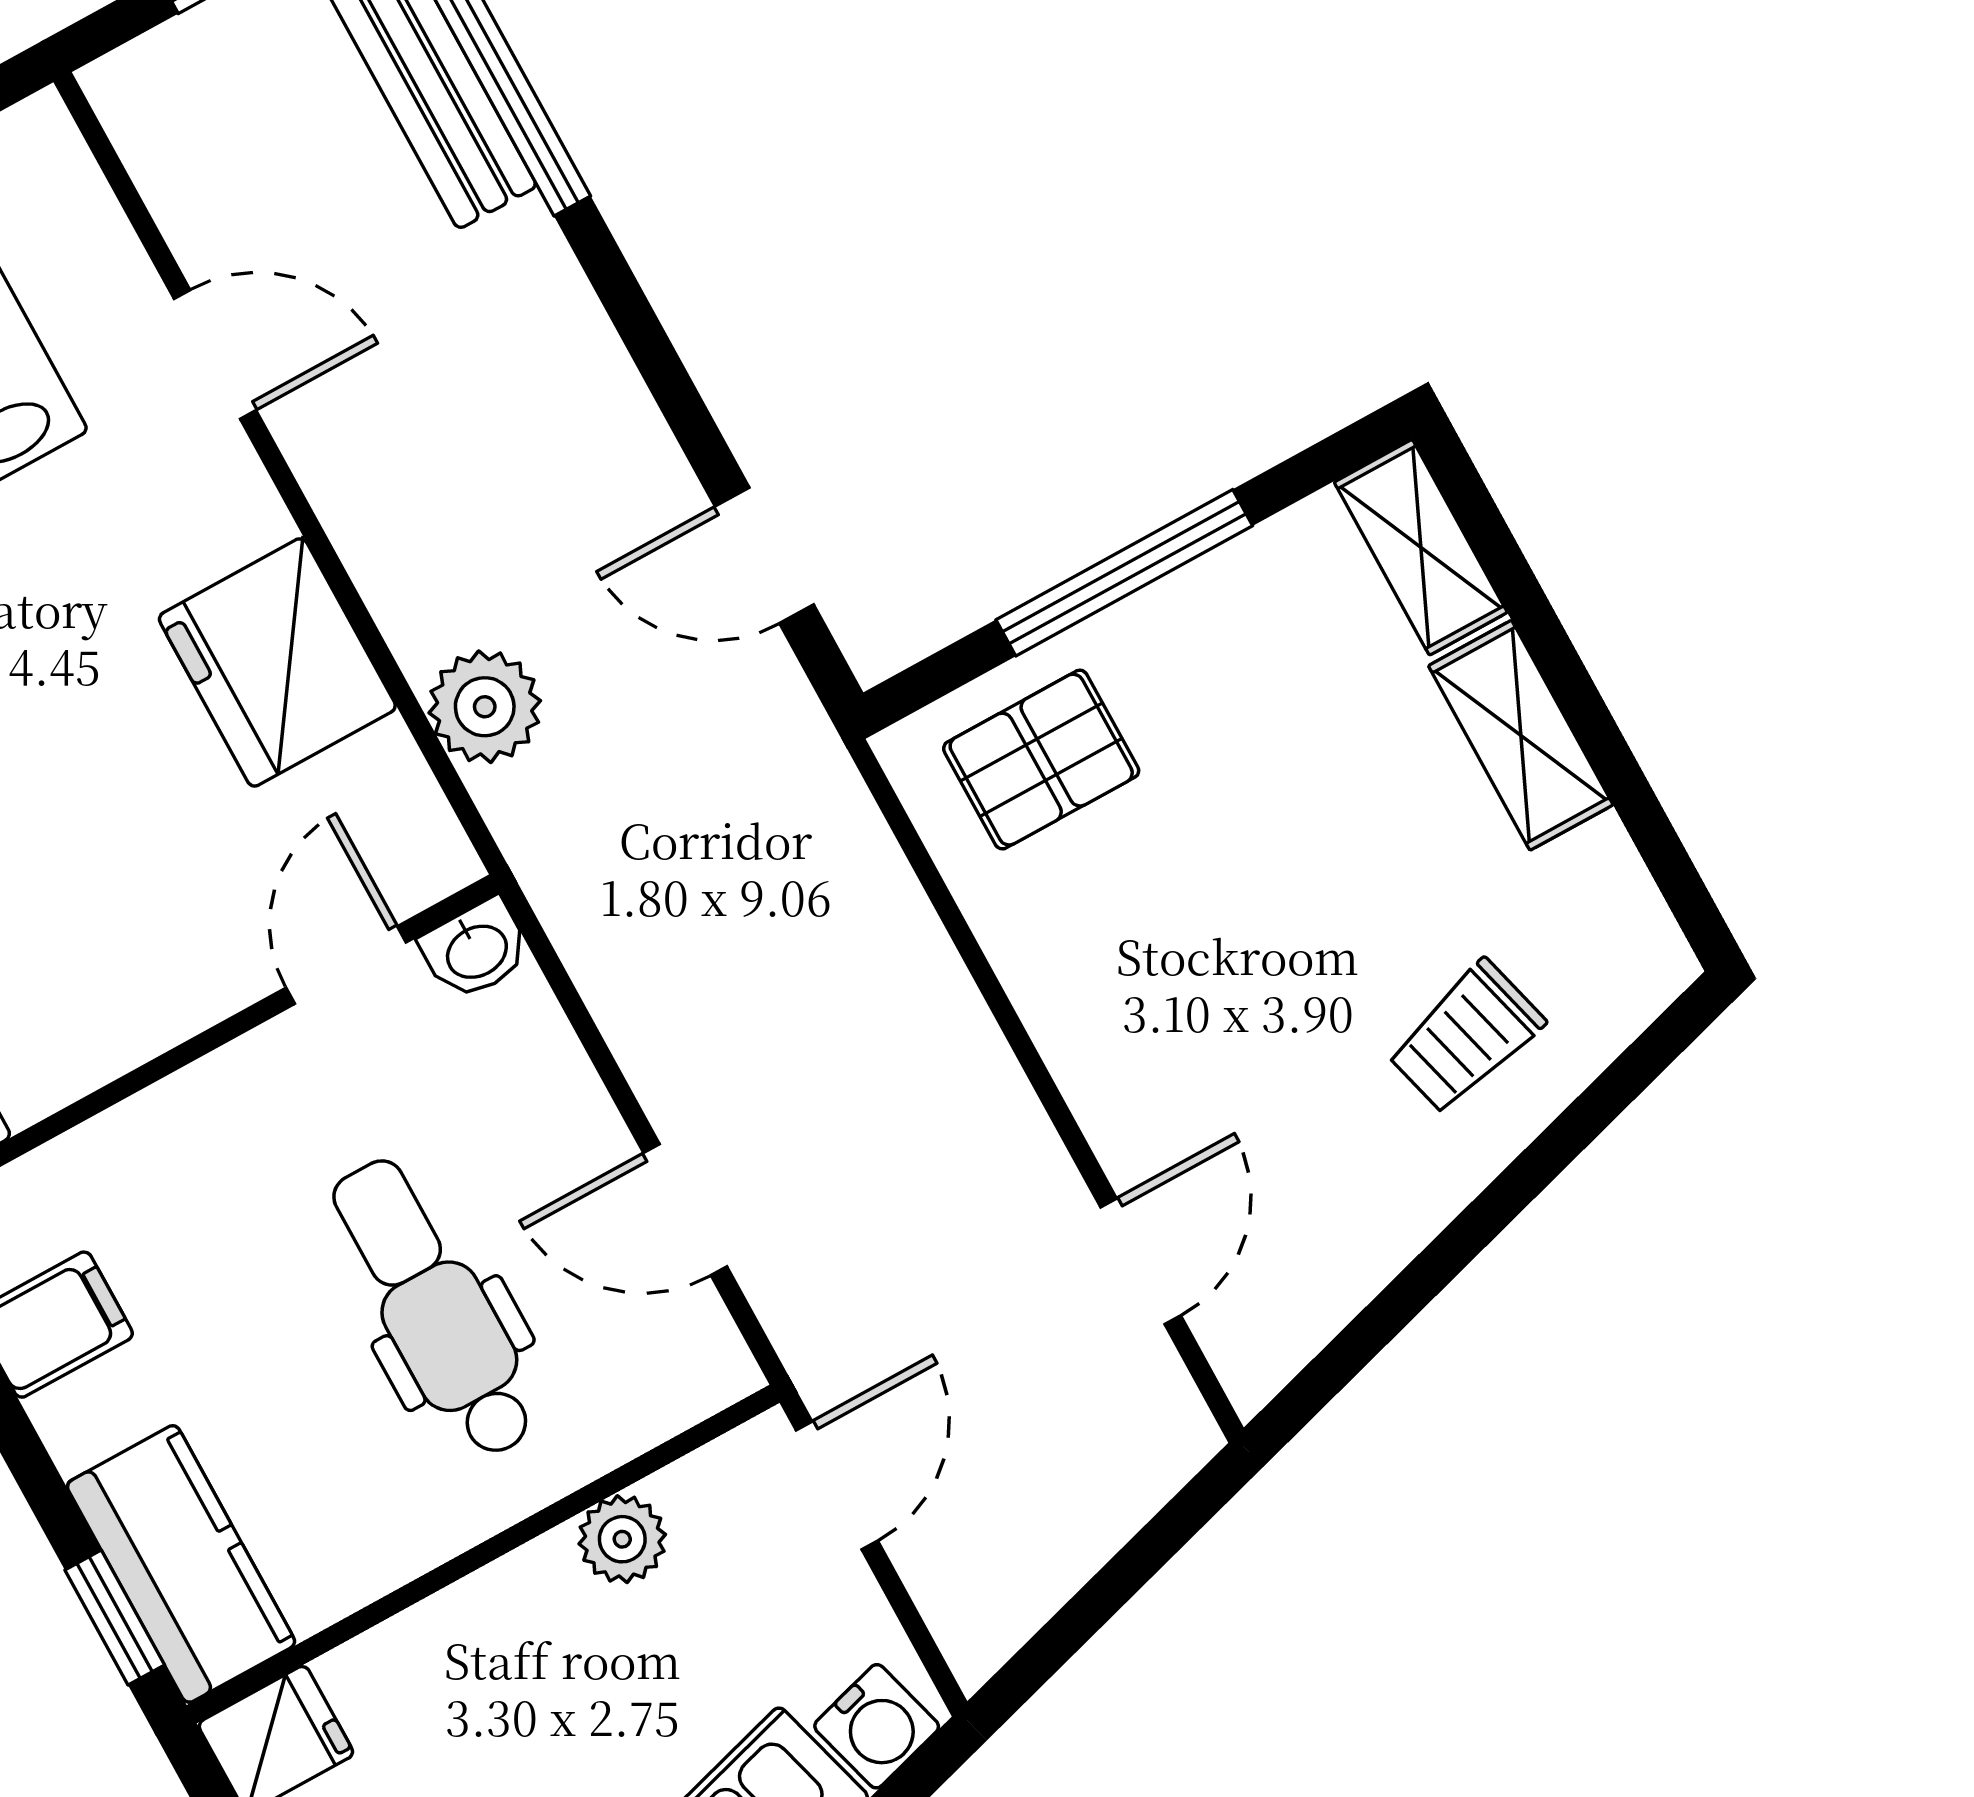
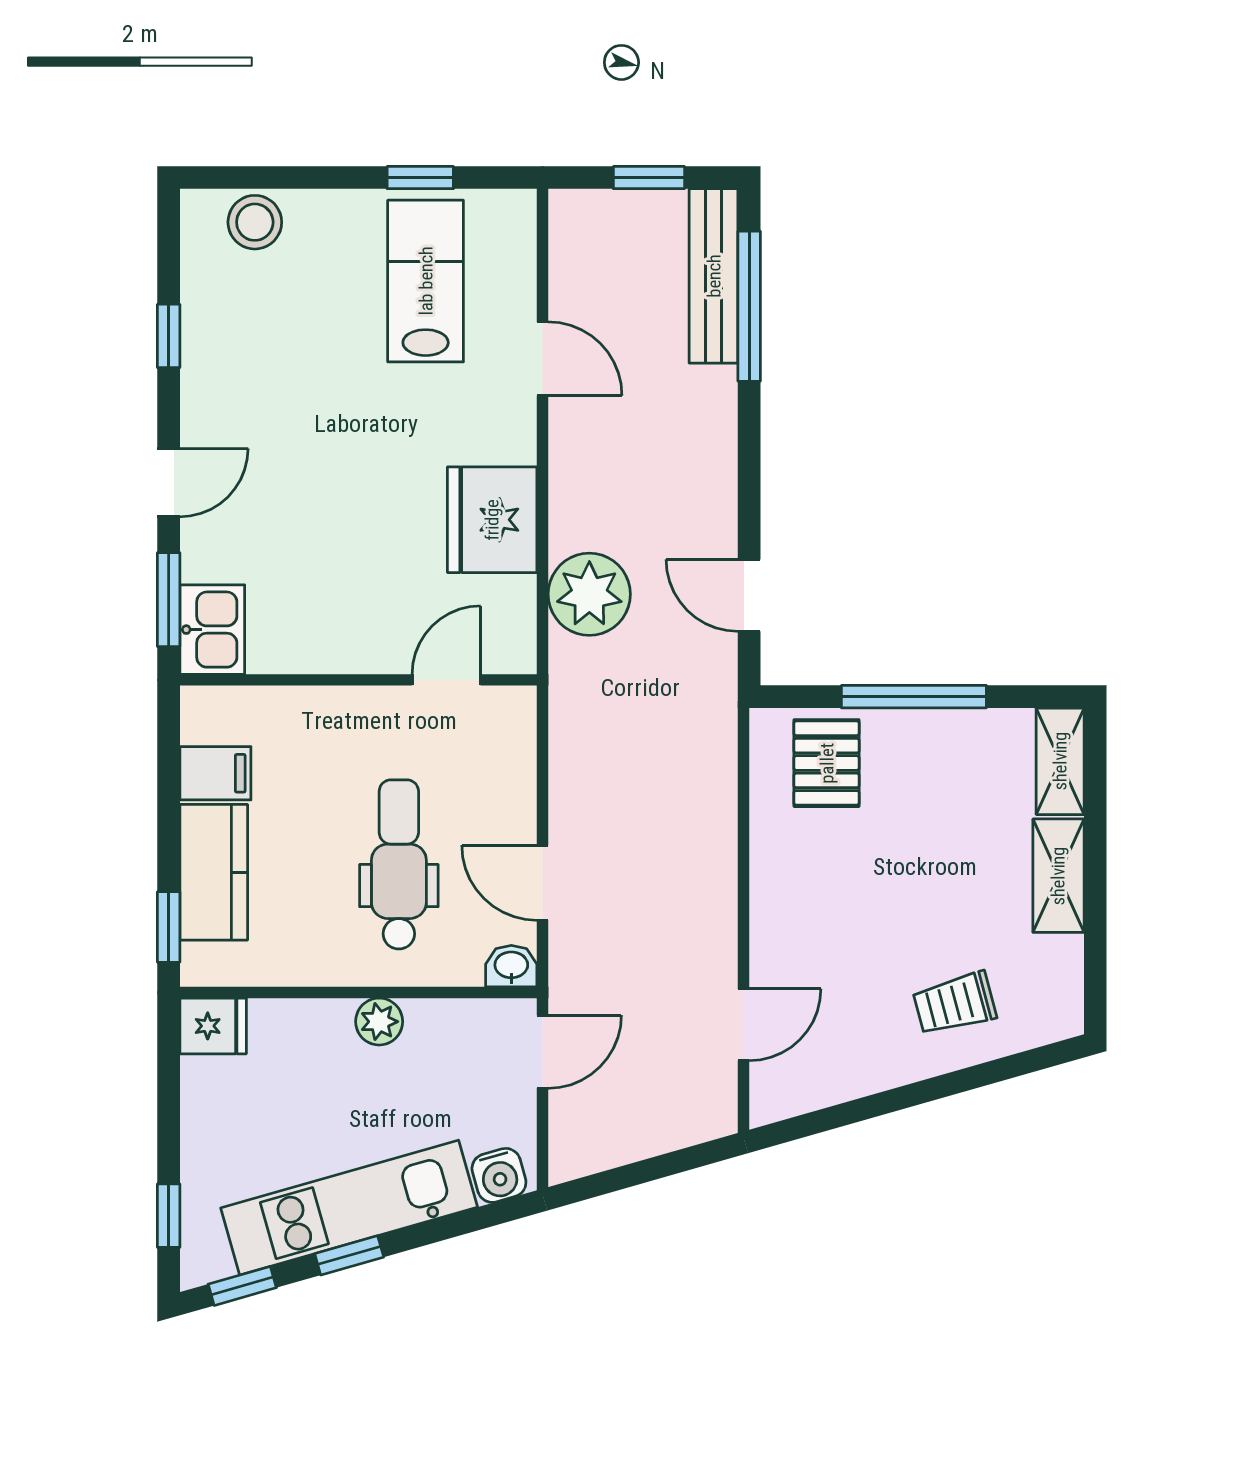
plant: (485, 707) -> (589, 594), width x1.36, depth x1.36
pallet: (1041, 760) -> (827, 763), turned 90
washbasin: (476, 950) -> (511, 966), moved, turned 180
plant: (622, 1539) -> (379, 1022), moved
kitchen counter: (181, 1564) -> (214, 872), moved

